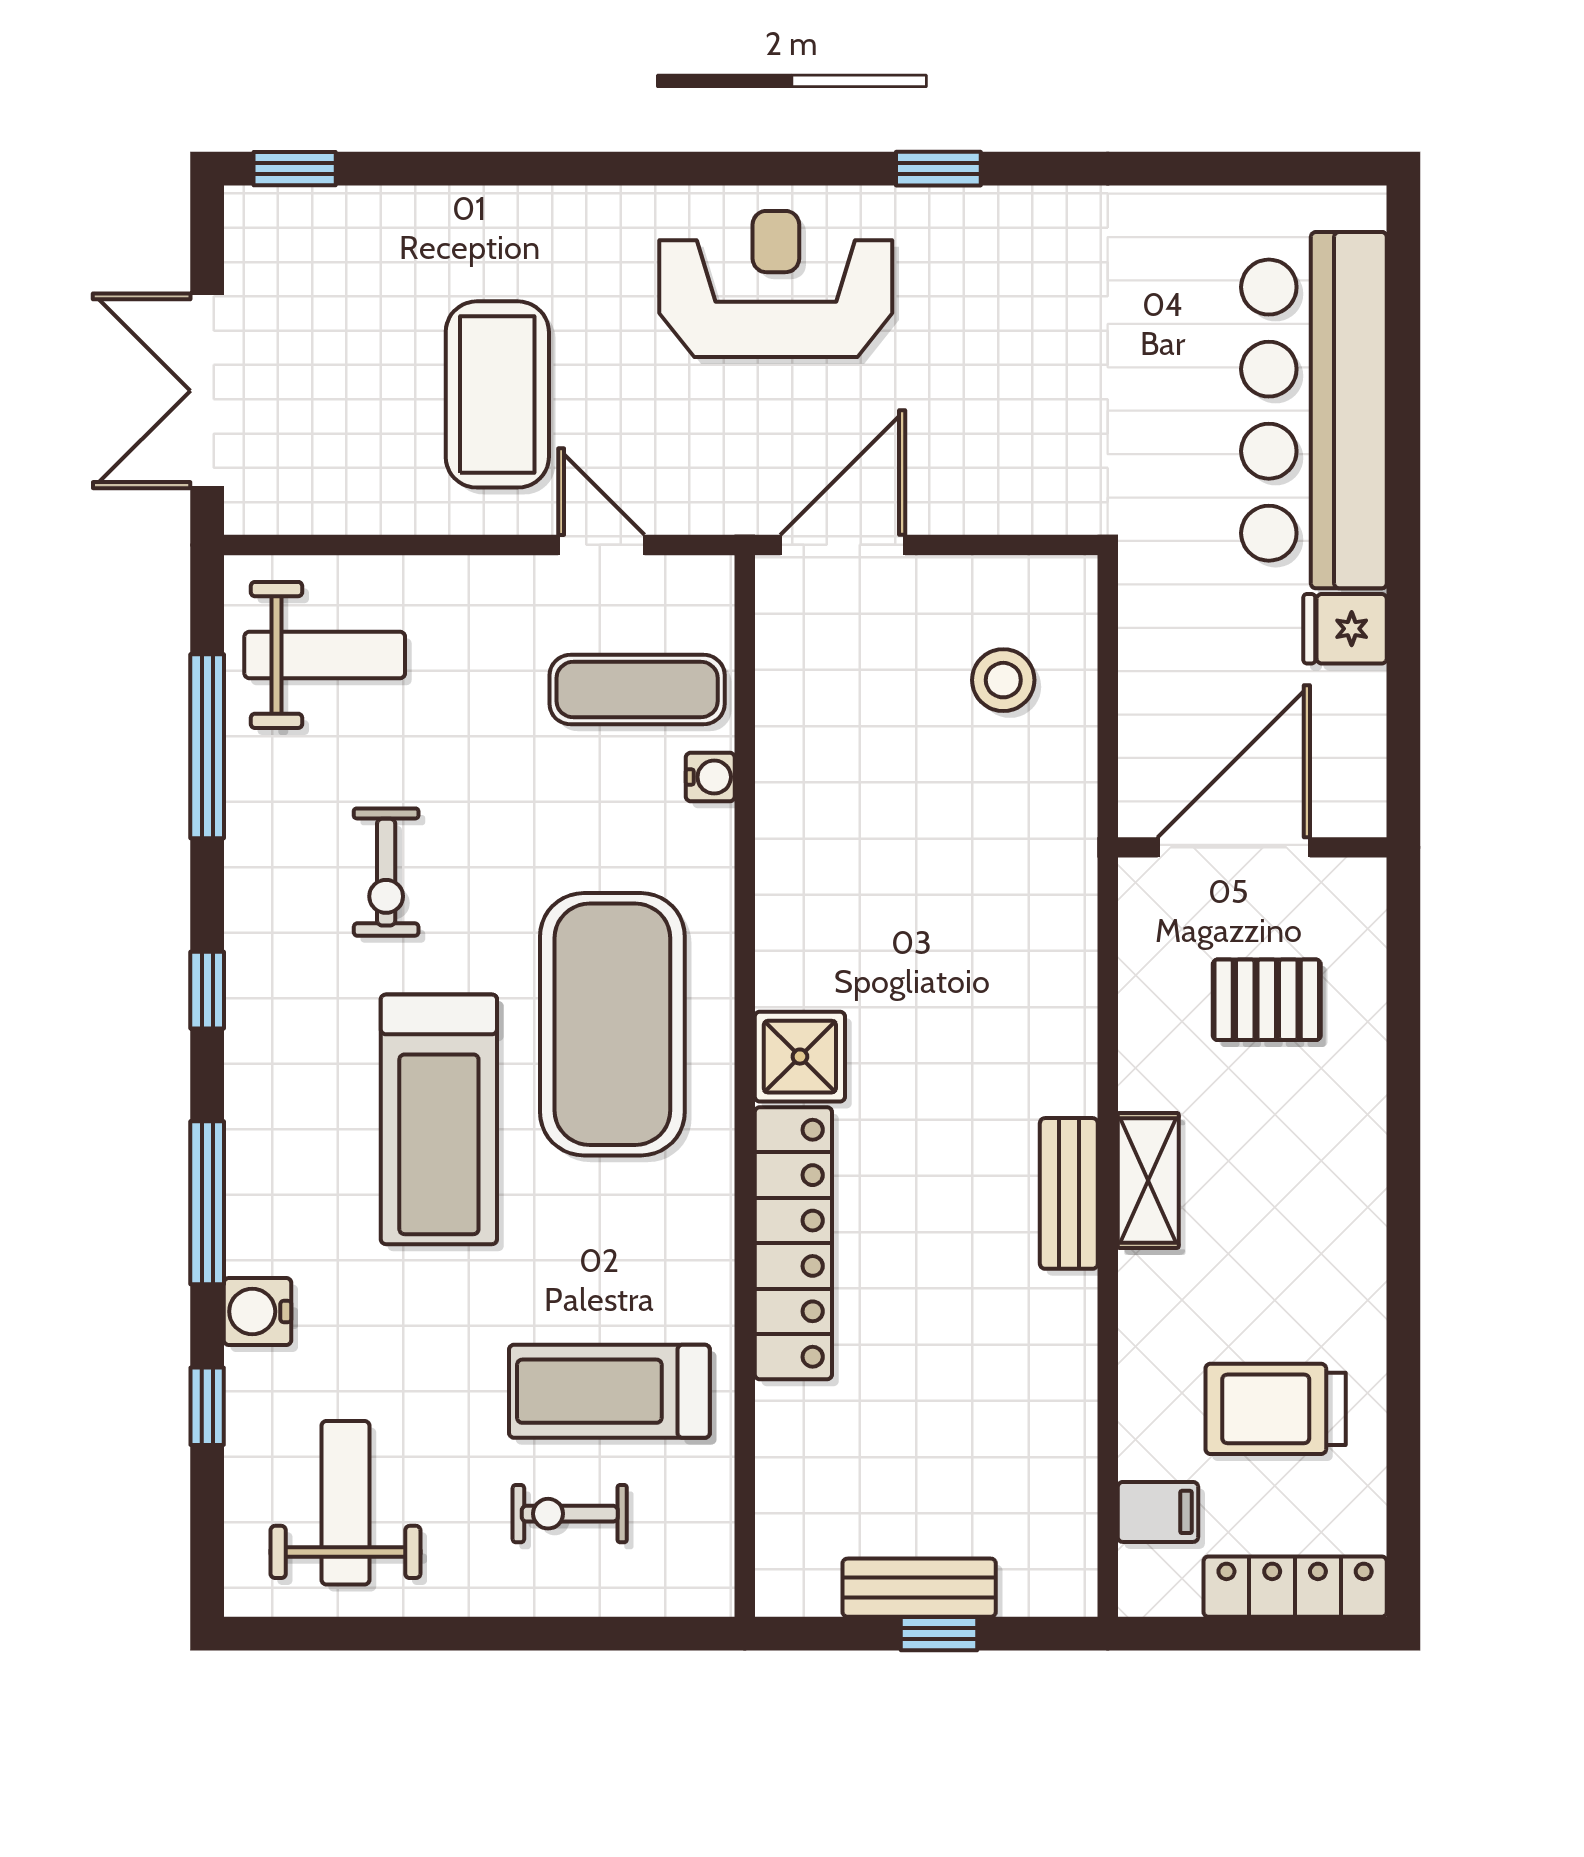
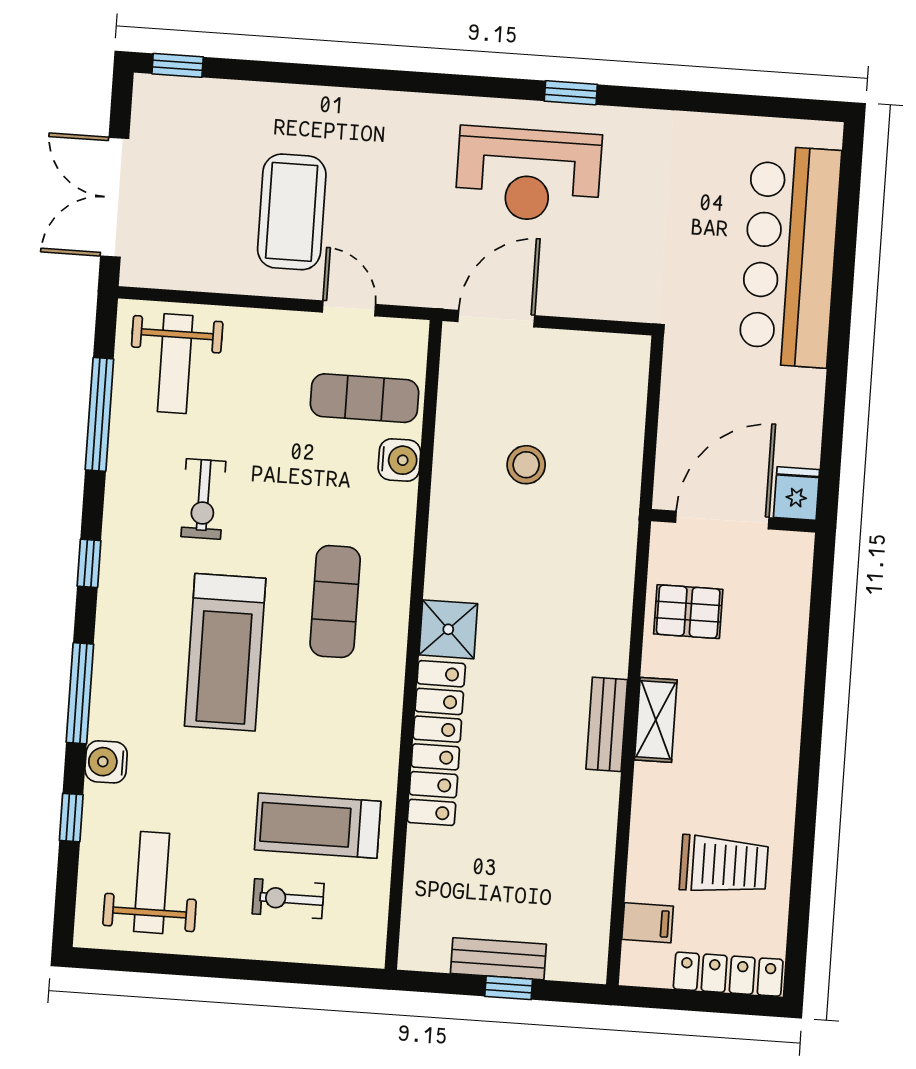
reception desk: (776, 284) -> (528, 175), moved, turned 180
fridge: (1345, 629) -> (797, 494), moved, turned 90
weight bench: (325, 655) -> (175, 364), turned 90
stool: (1003, 680) -> (526, 465), moved
water cooler: (710, 777) -> (399, 460), width x1.38, depth x1.38
pallet: (1267, 1000) -> (688, 612), moved
exercise mat: (612, 1024) -> (335, 602), width x0.50, depth x0.69
trolley: (1276, 1409) -> (724, 865), turned 180

